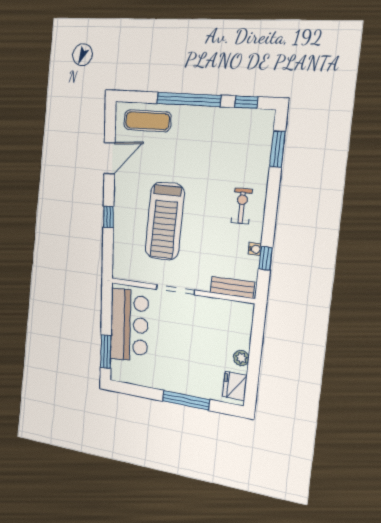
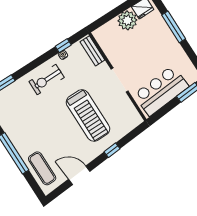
exercise bike: (242, 206) -> (47, 79), width x1.38, depth x1.39
treadmill: (165, 221) -> (88, 115), turned 90
plant: (241, 358) -> (127, 20), width x1.87, depth x1.87

